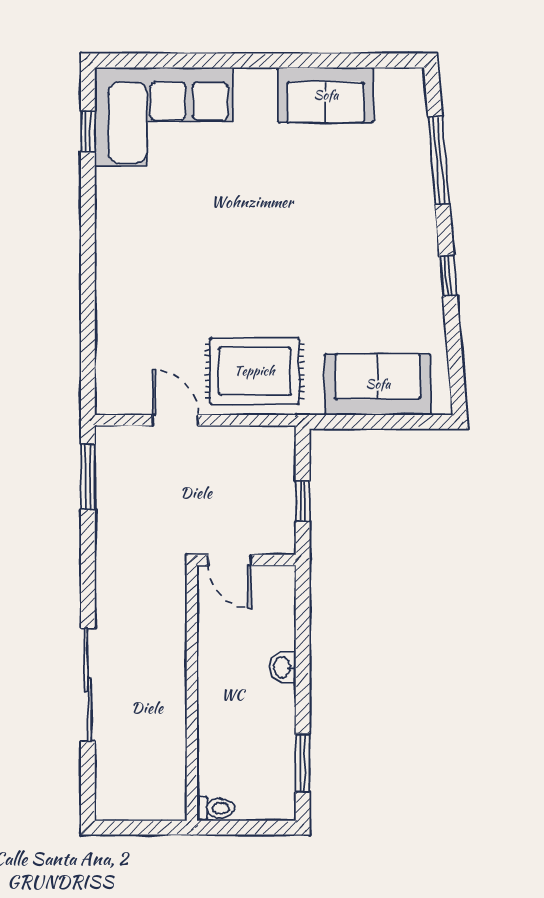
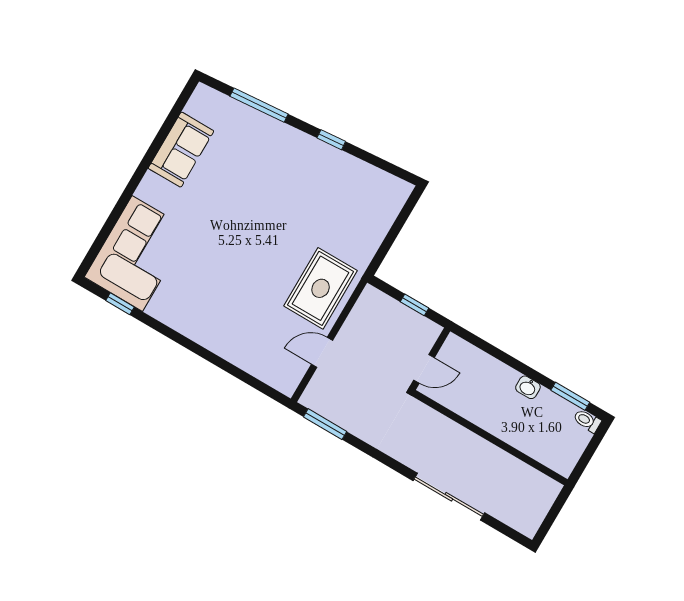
sofa: (378, 384) -> (371, 220), removed
washbasin: (283, 667) -> (528, 387), moved
toilet: (216, 808) -> (587, 421), moved, turned -90

